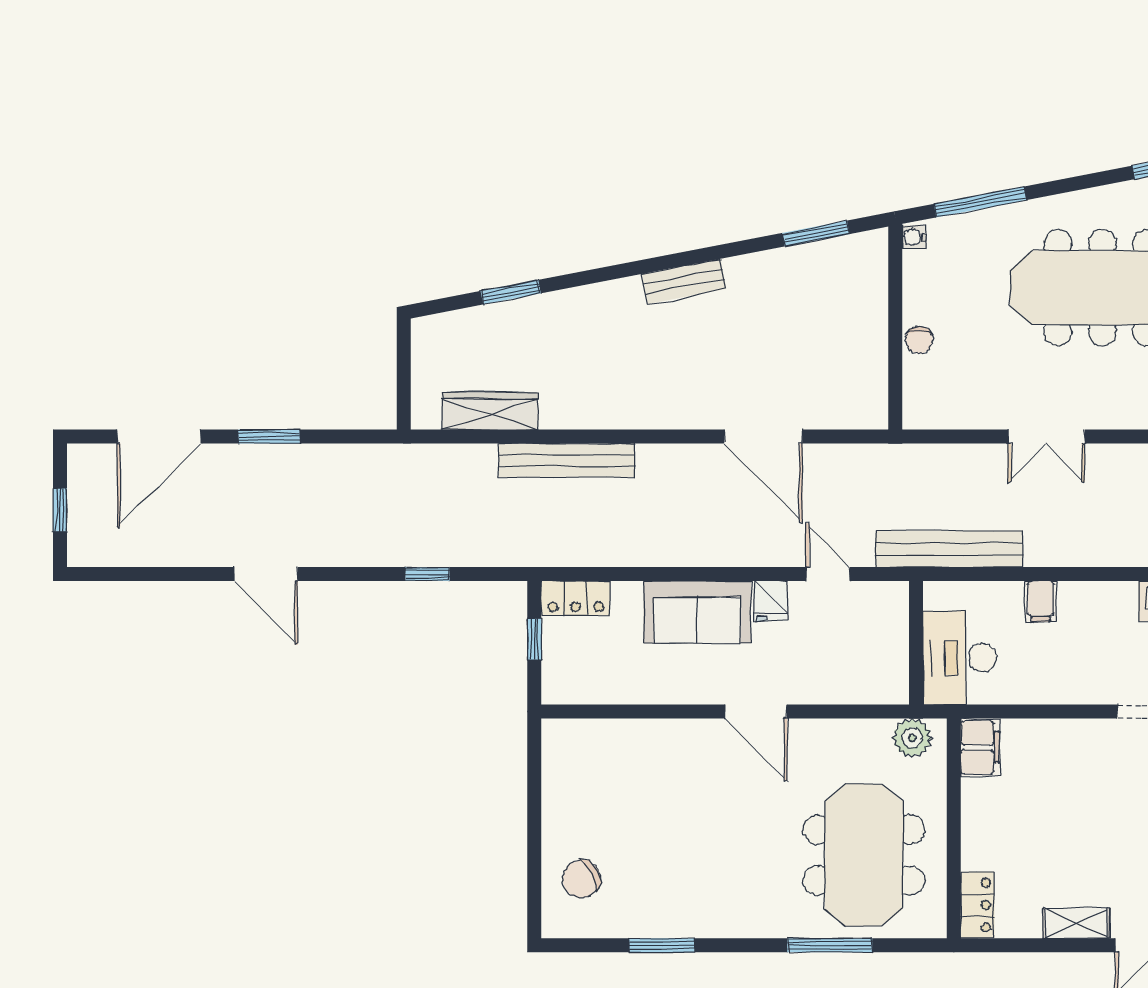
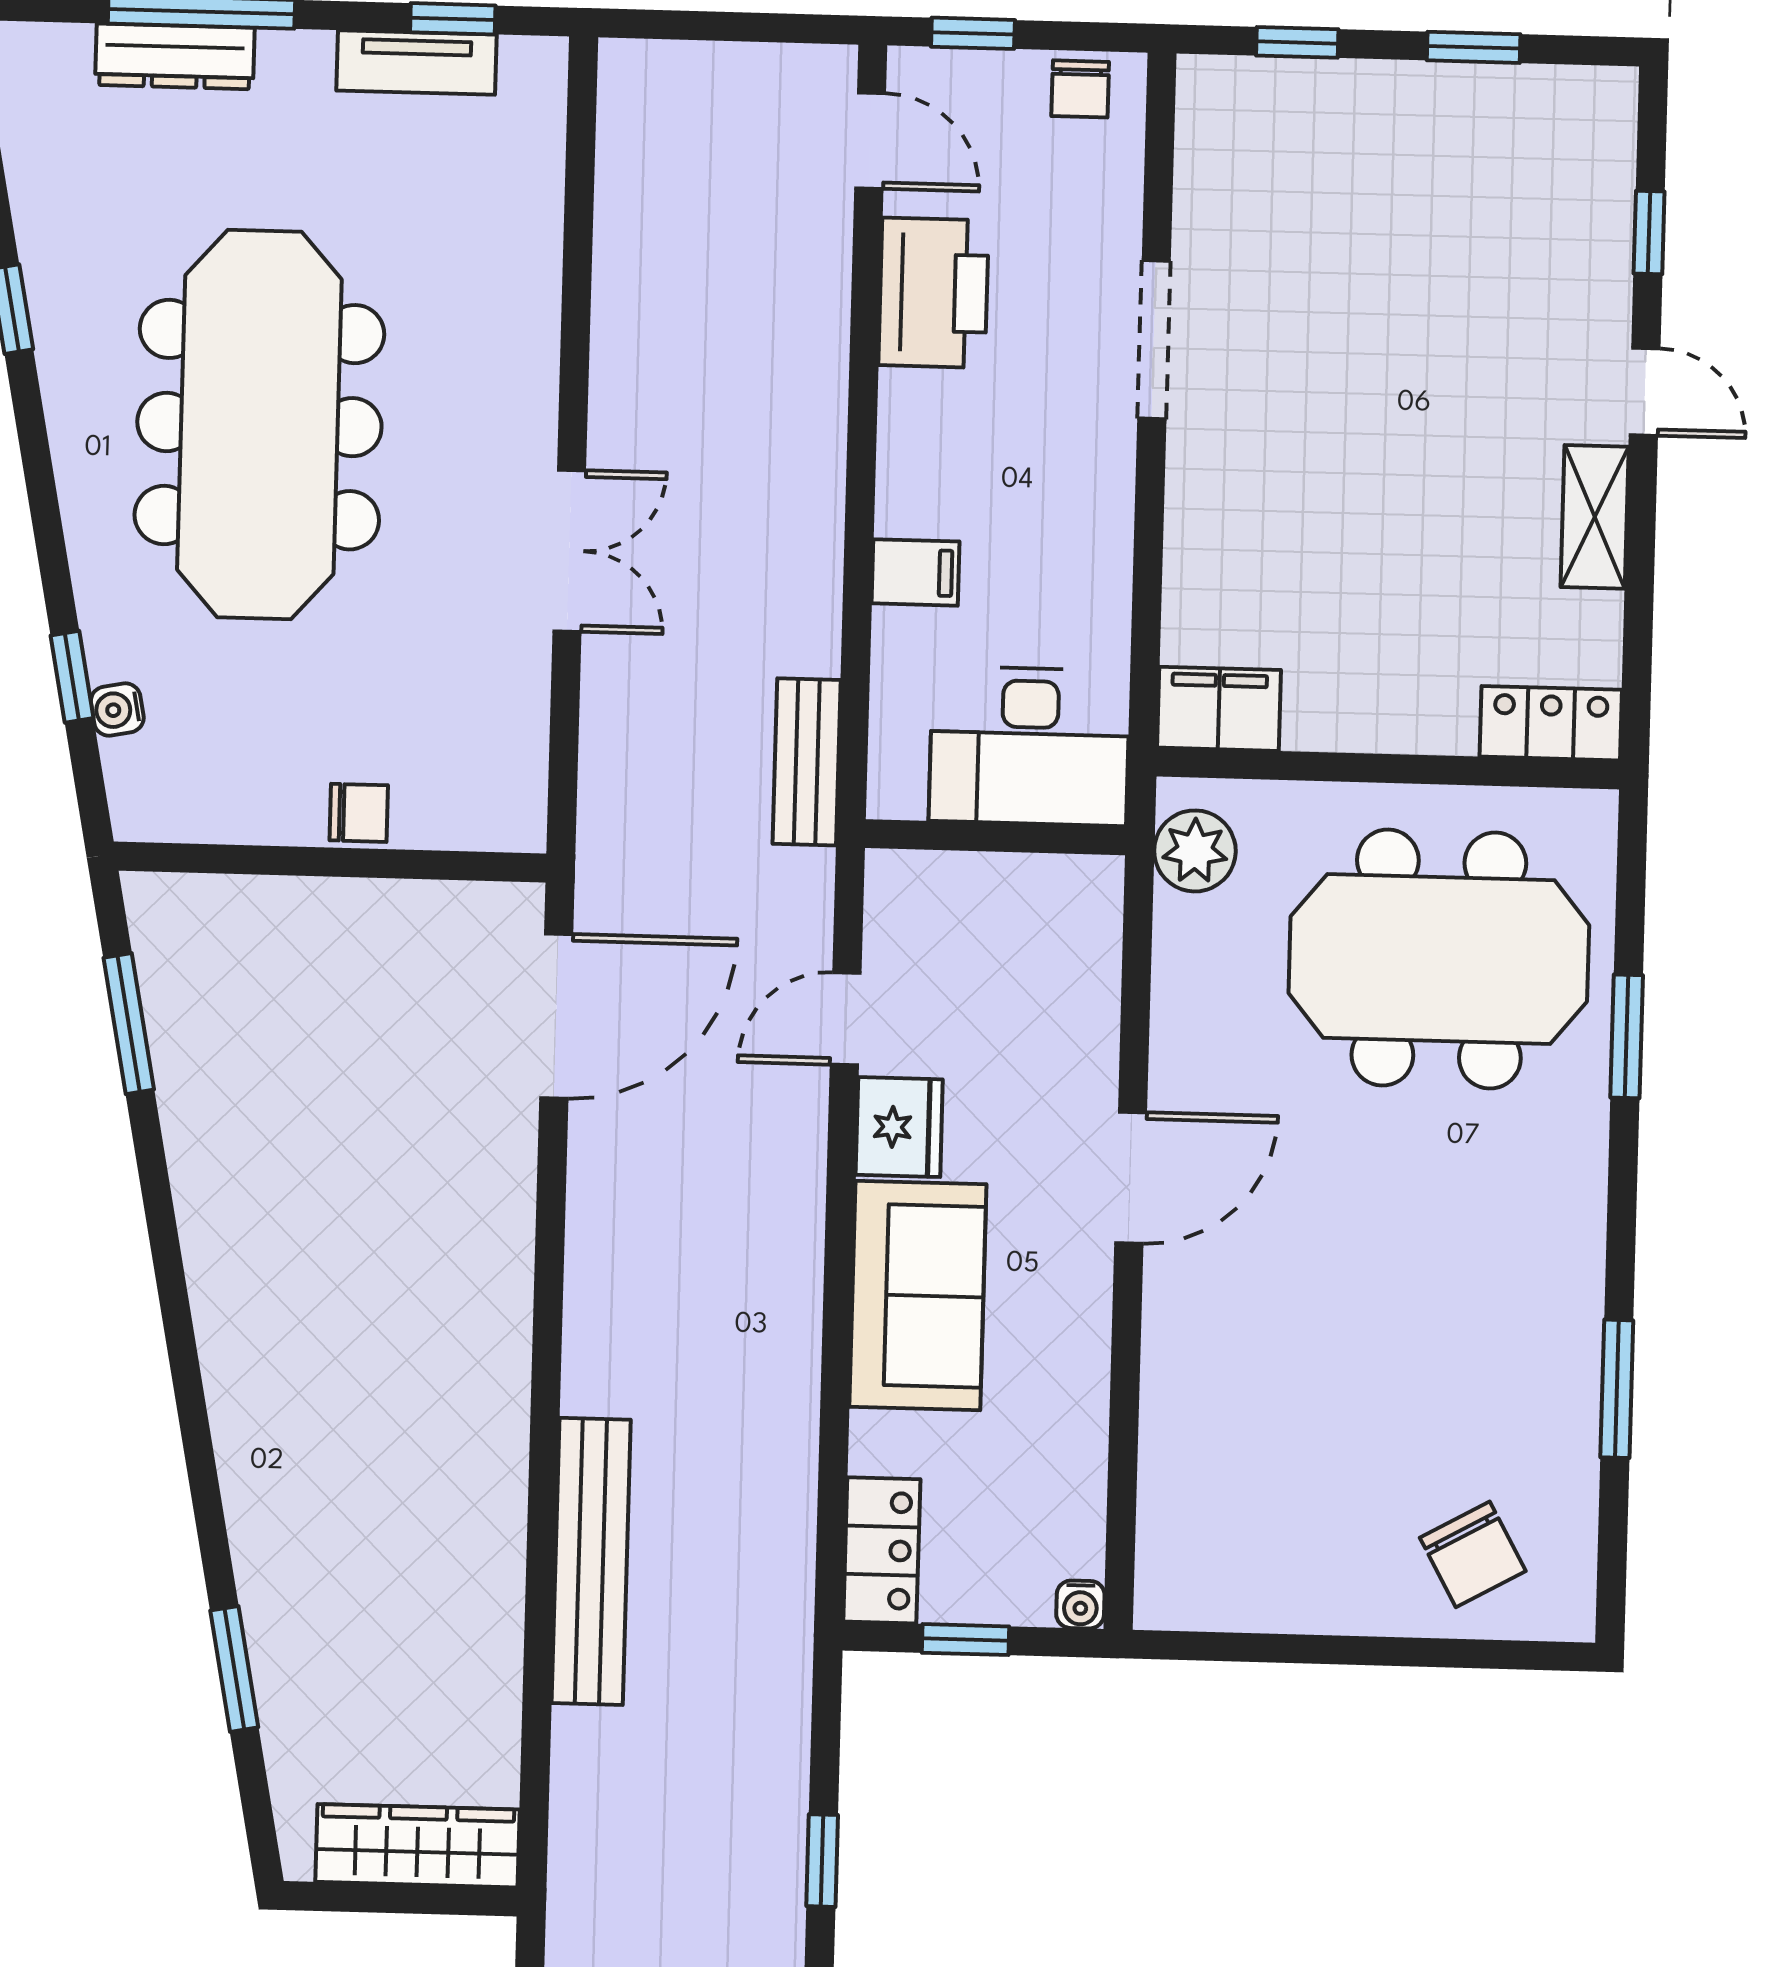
window: (980, 202) -> (72, 677), width x0.46
water cooler: (914, 237) -> (117, 710), moved, turned 79
bench: (684, 281) -> (222, 1304), removed
wardrobe: (490, 411) -> (418, 1846), moved, turned 90
door: (763, 437) -> (556, 1016), moved
bench: (949, 549) -> (807, 762), width x0.54, depth x0.82
fridge: (771, 601) -> (899, 1127), width x1.38
water cooler: (553, 693) -> (1080, 1604), added
window: (830, 945) -> (1627, 1036), width x0.69

